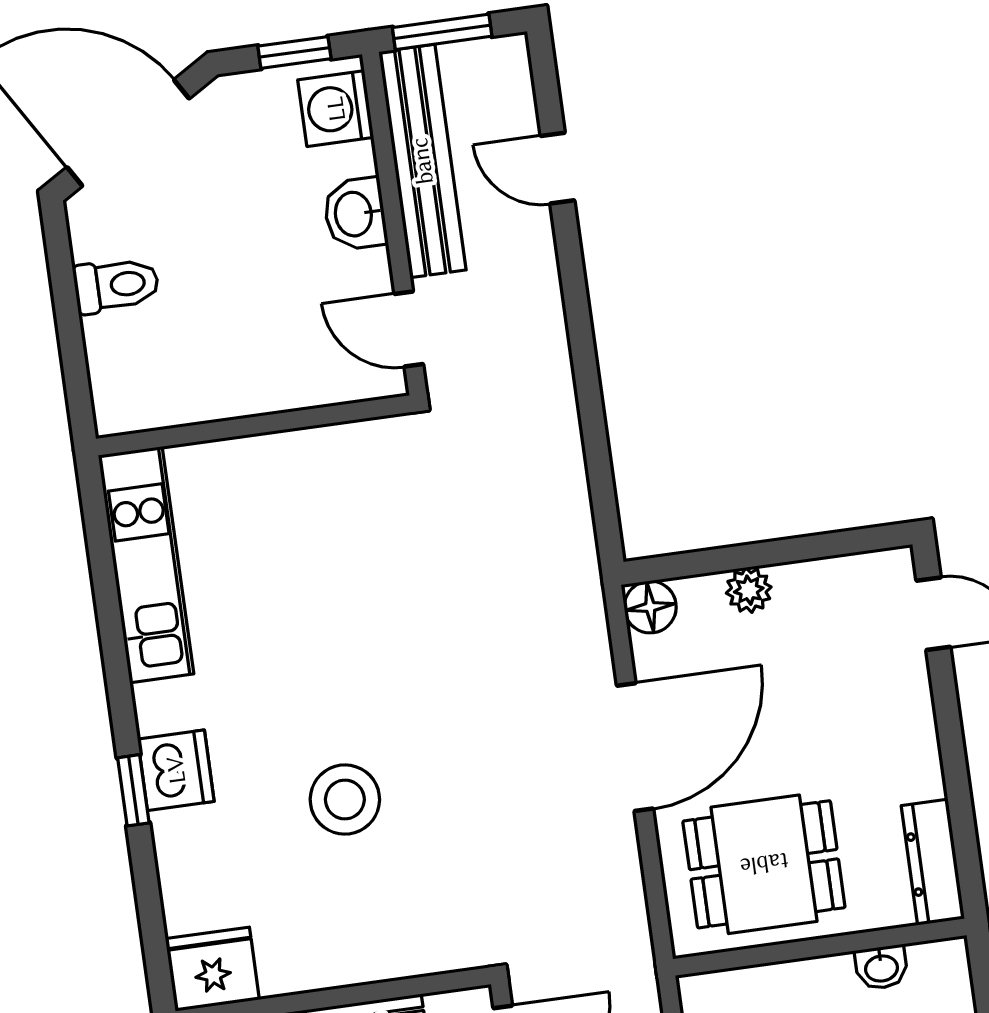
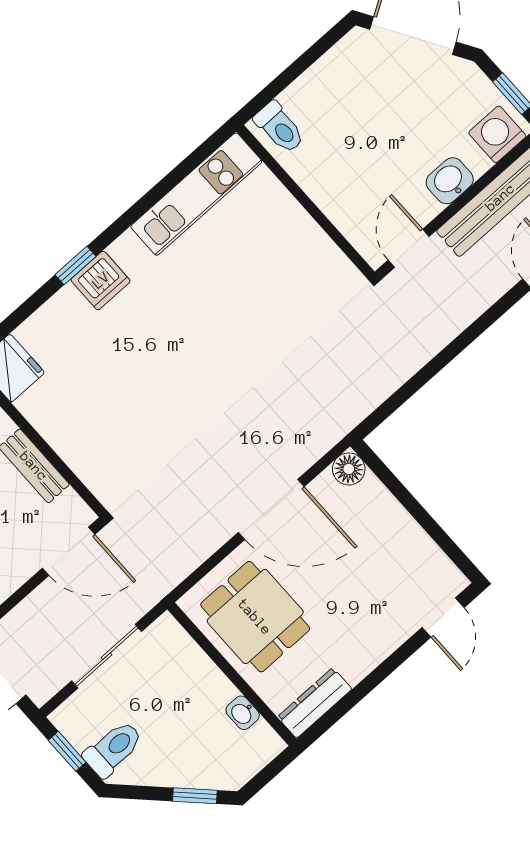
toilet: (116, 285) -> (279, 127), moved
plant: (749, 590) -> (392, 514), removed
stool: (345, 800) -> (144, 378), removed

